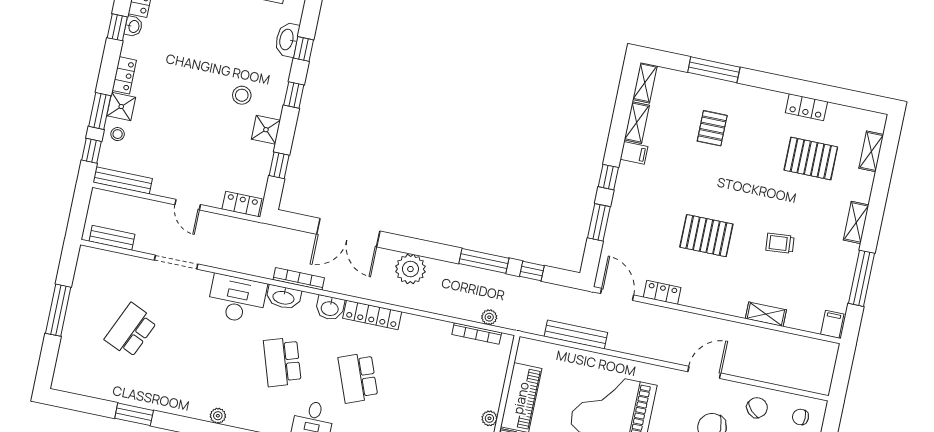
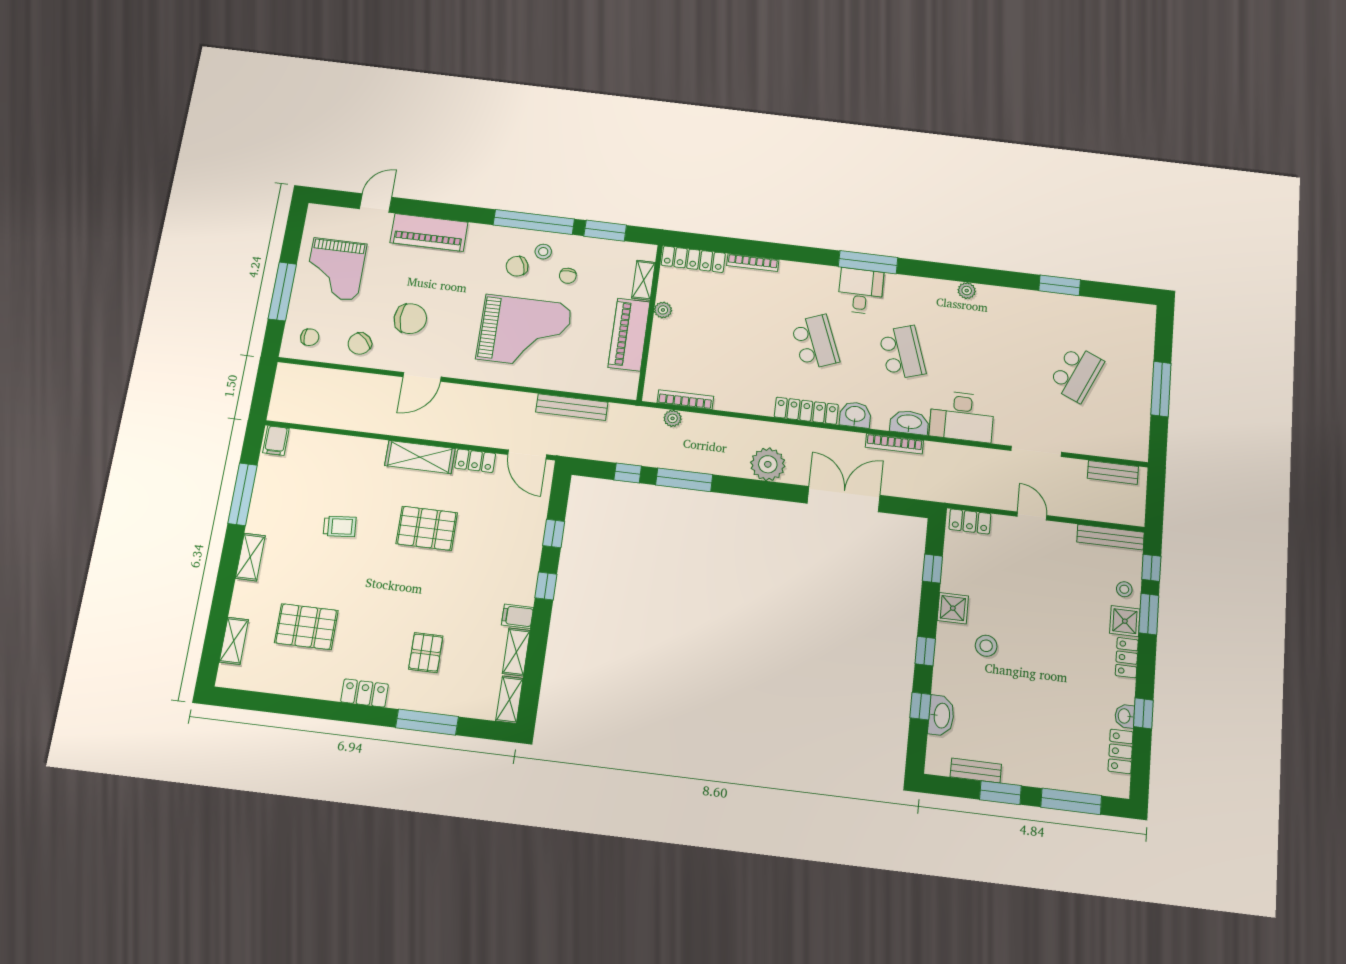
locker: (806, 107) -> (365, 693), moved
window: (599, 222) -> (554, 533), width x0.67
shelving: (766, 314) -> (420, 457), moved, width x1.50, depth x1.33

